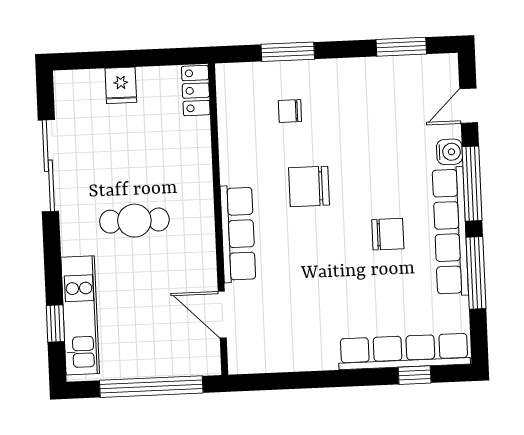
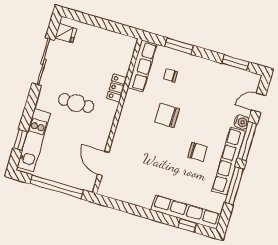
fridge: (121, 85) -> (66, 33), moved, turned -90
locker: (196, 91) -> (117, 88), moved
row of seats: (238, 234) -> (142, 66), moved

